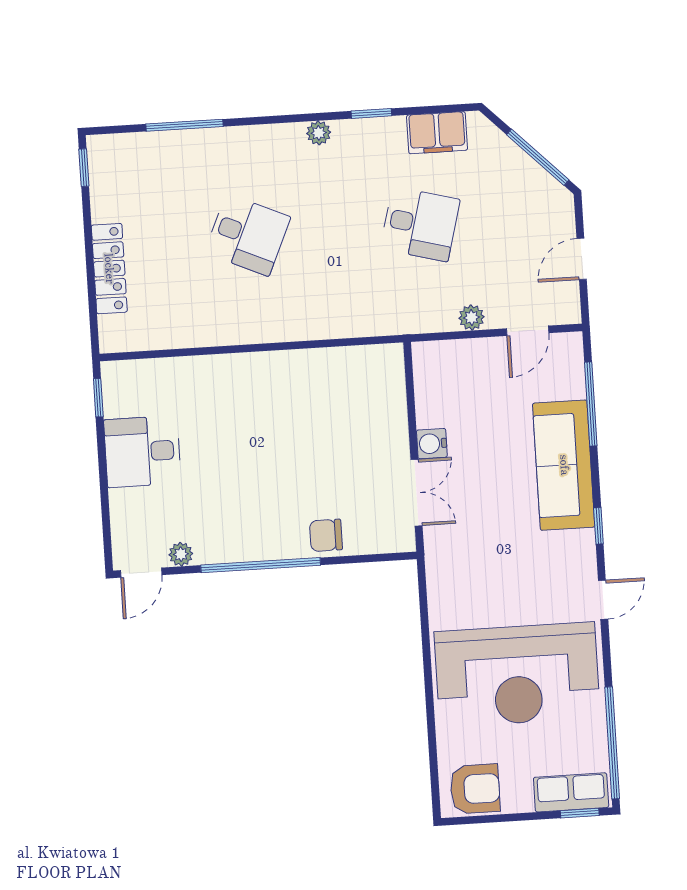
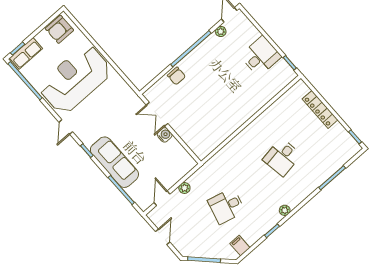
filing cabinet: (437, 133) -> (240, 246), width x0.50
desk: (248, 235) -> (282, 157), turned -33
chair: (326, 535) -> (177, 76), turned 90

